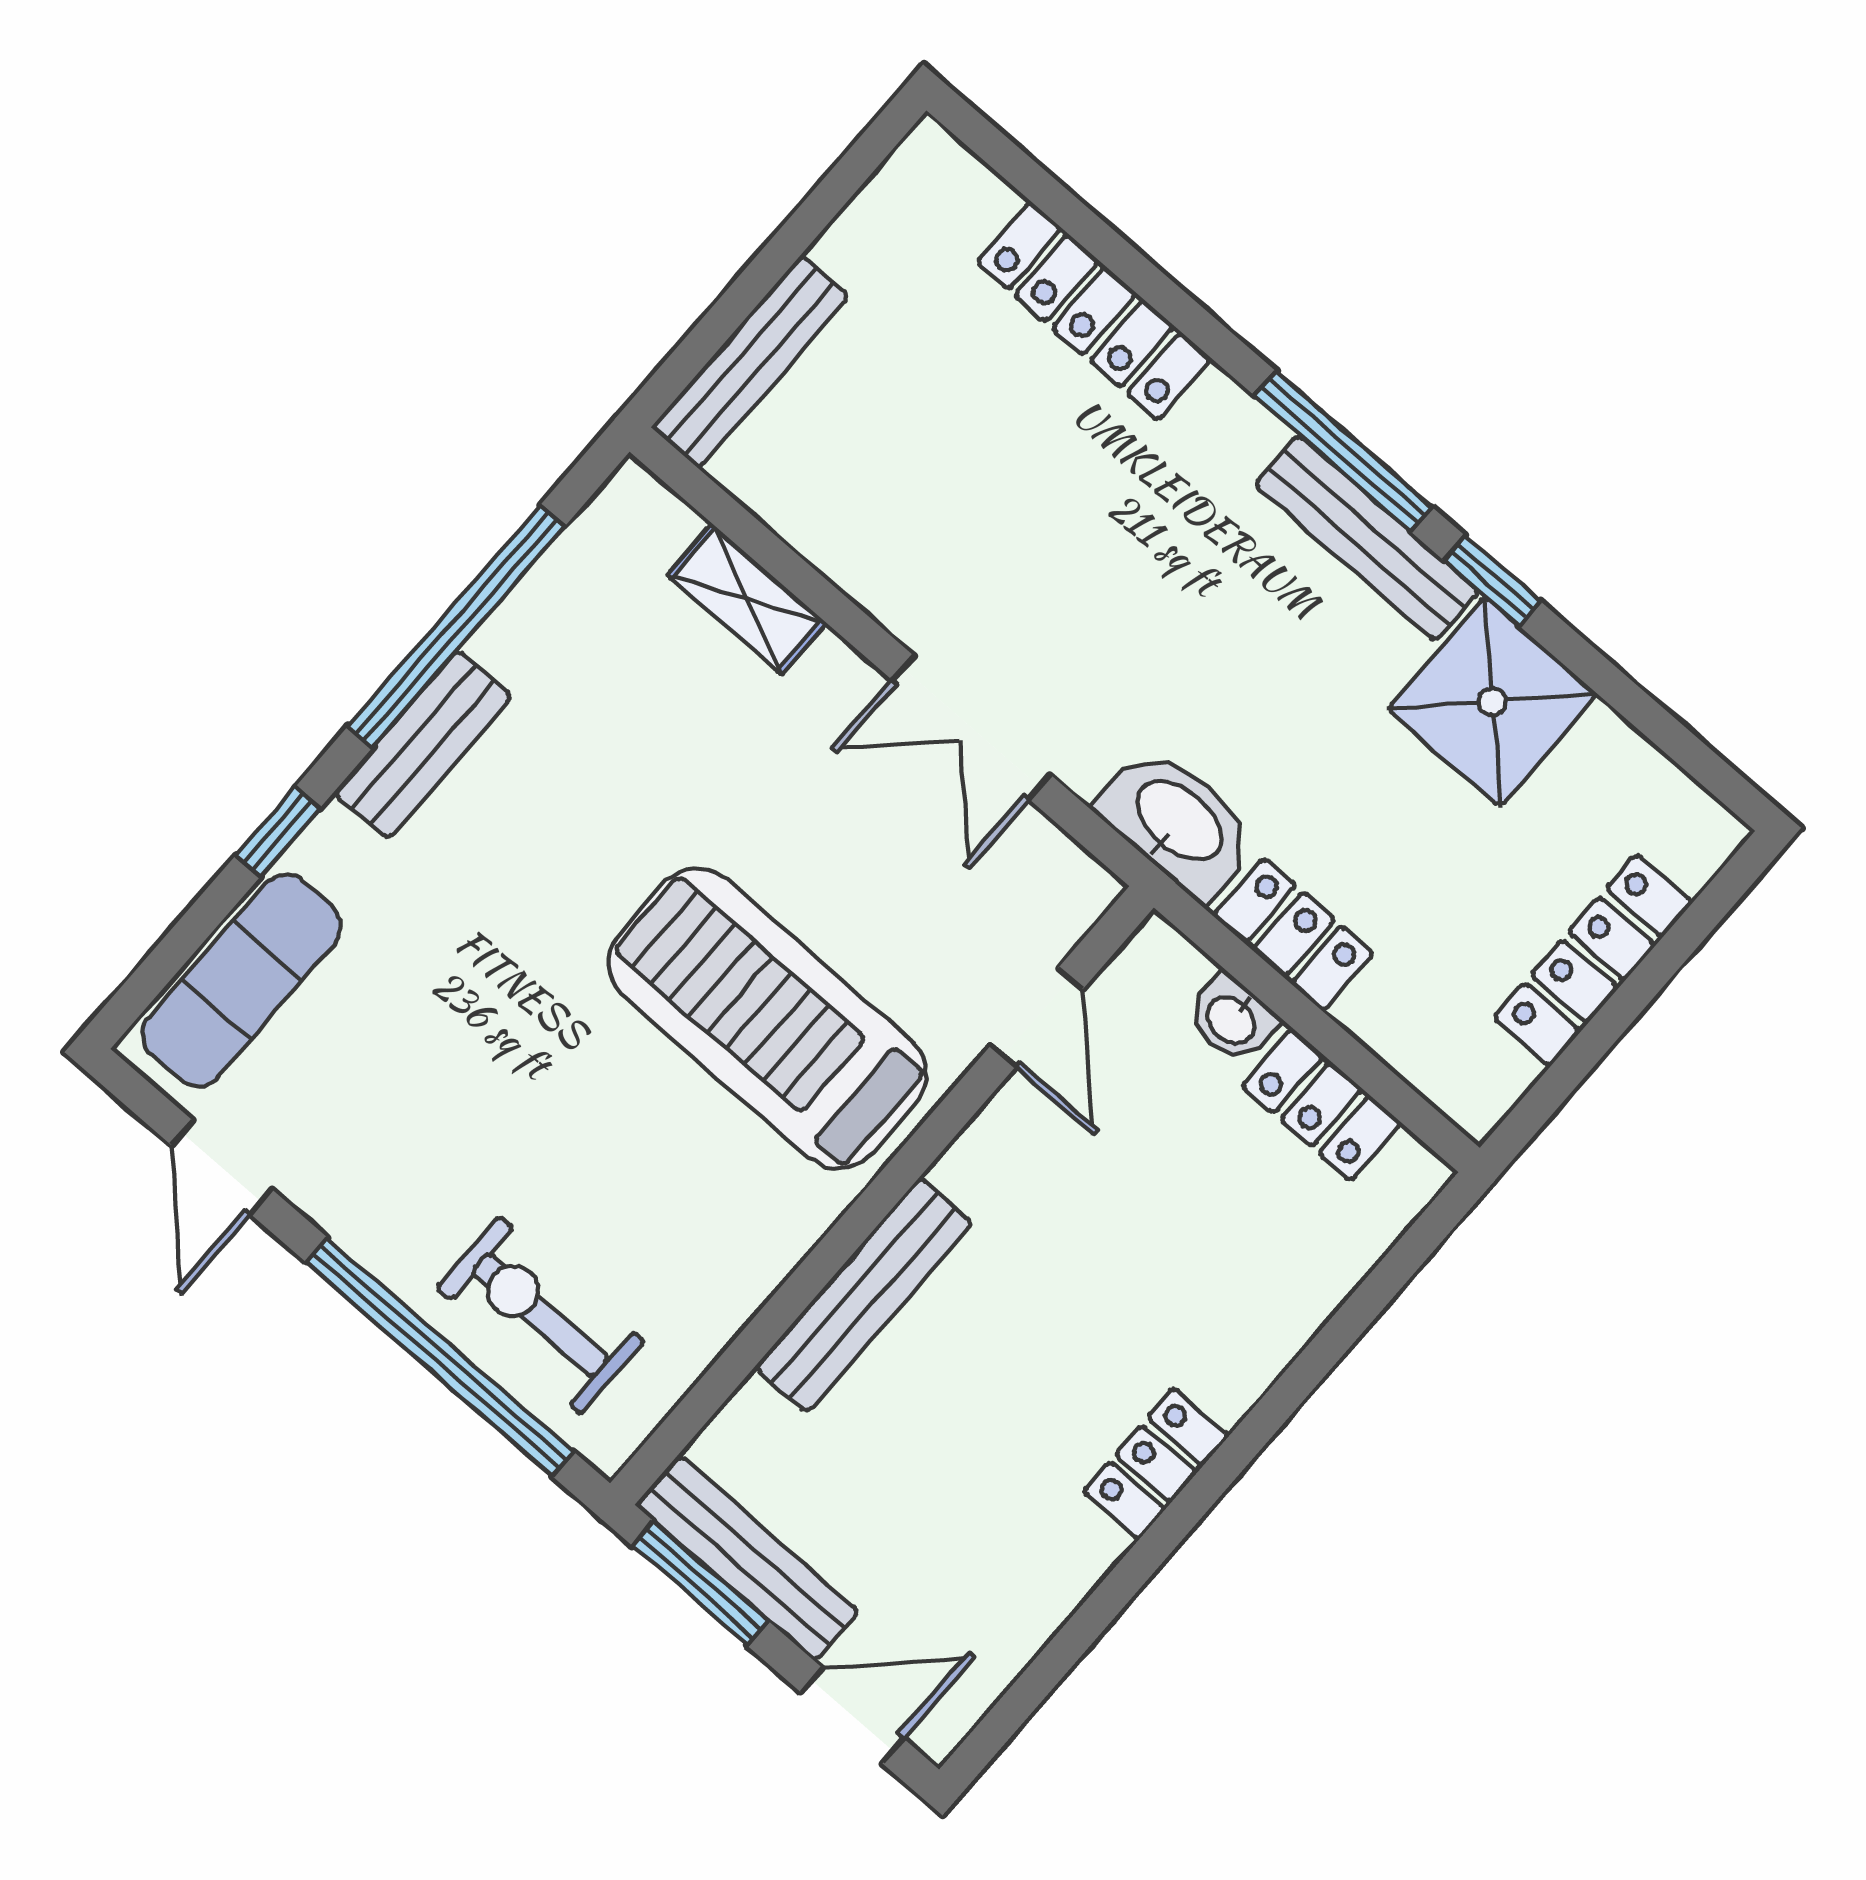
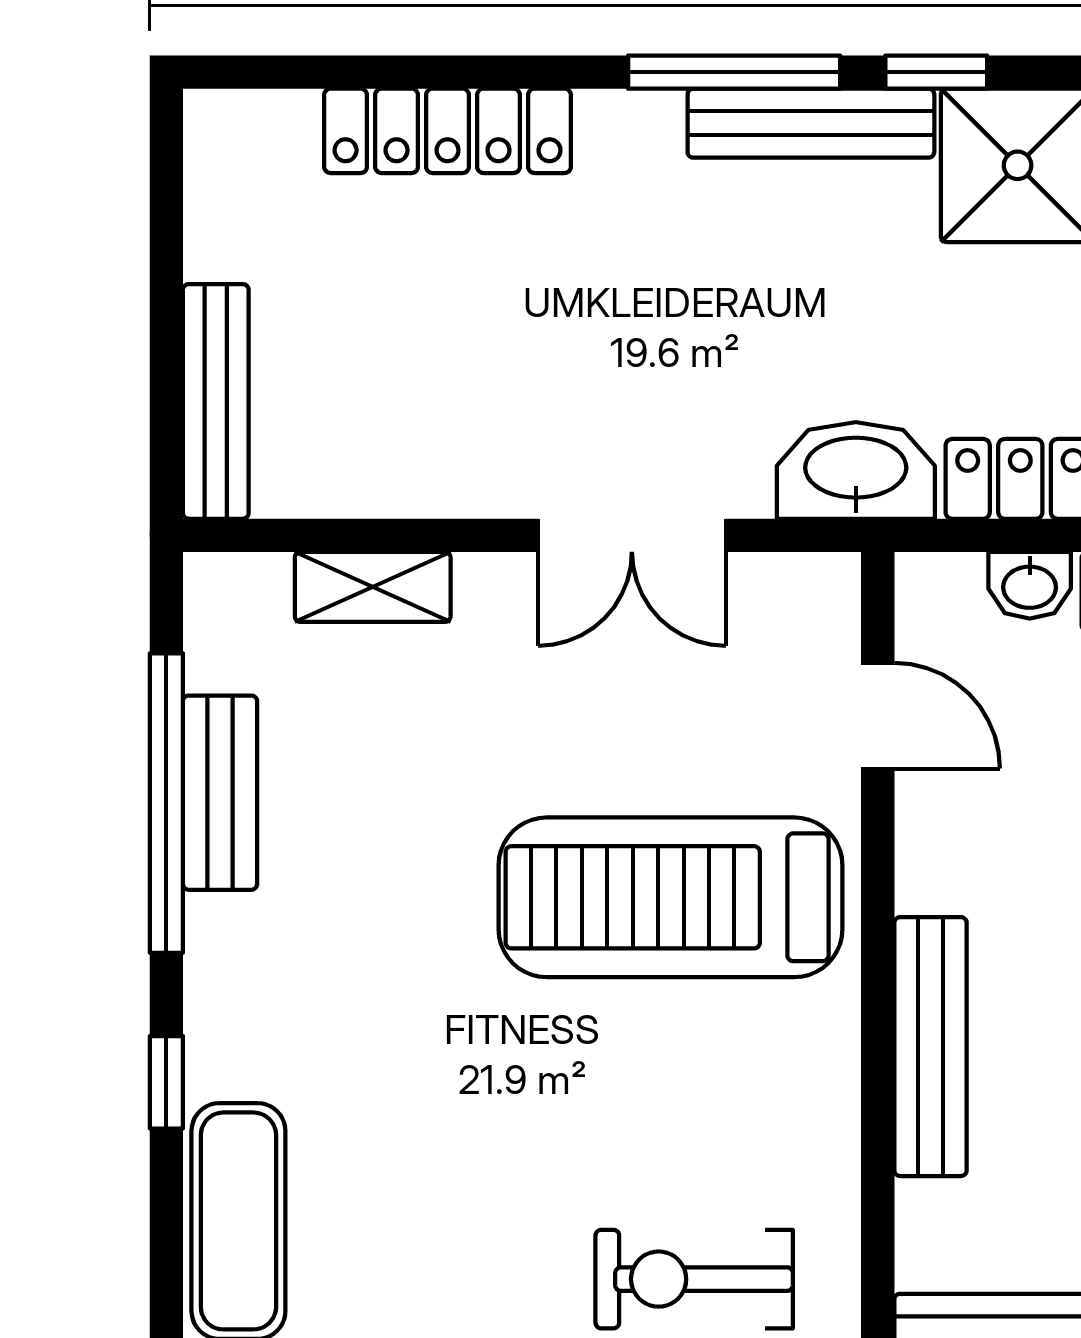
bench: (423, 745) -> (220, 793), moved

